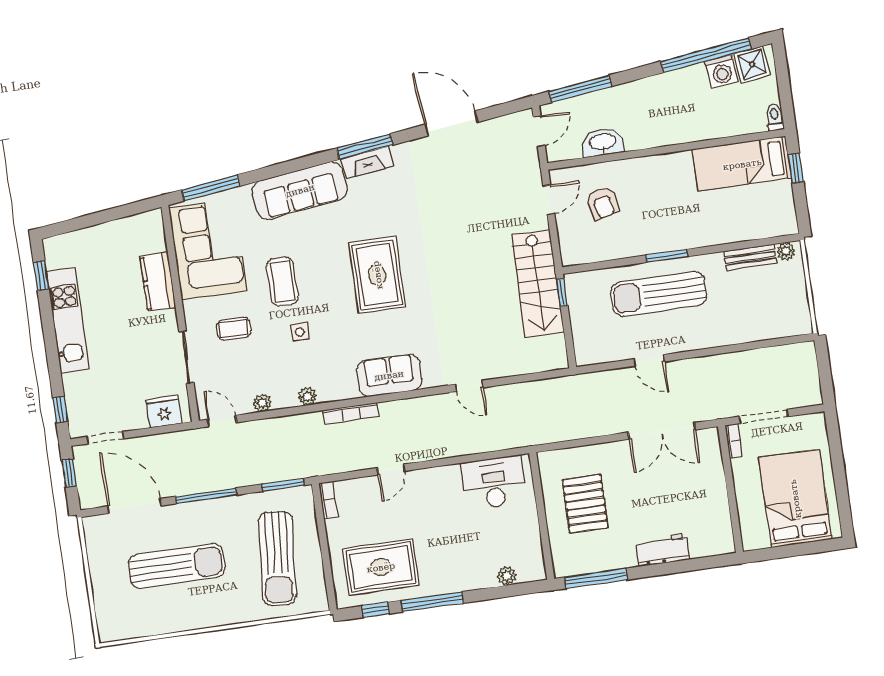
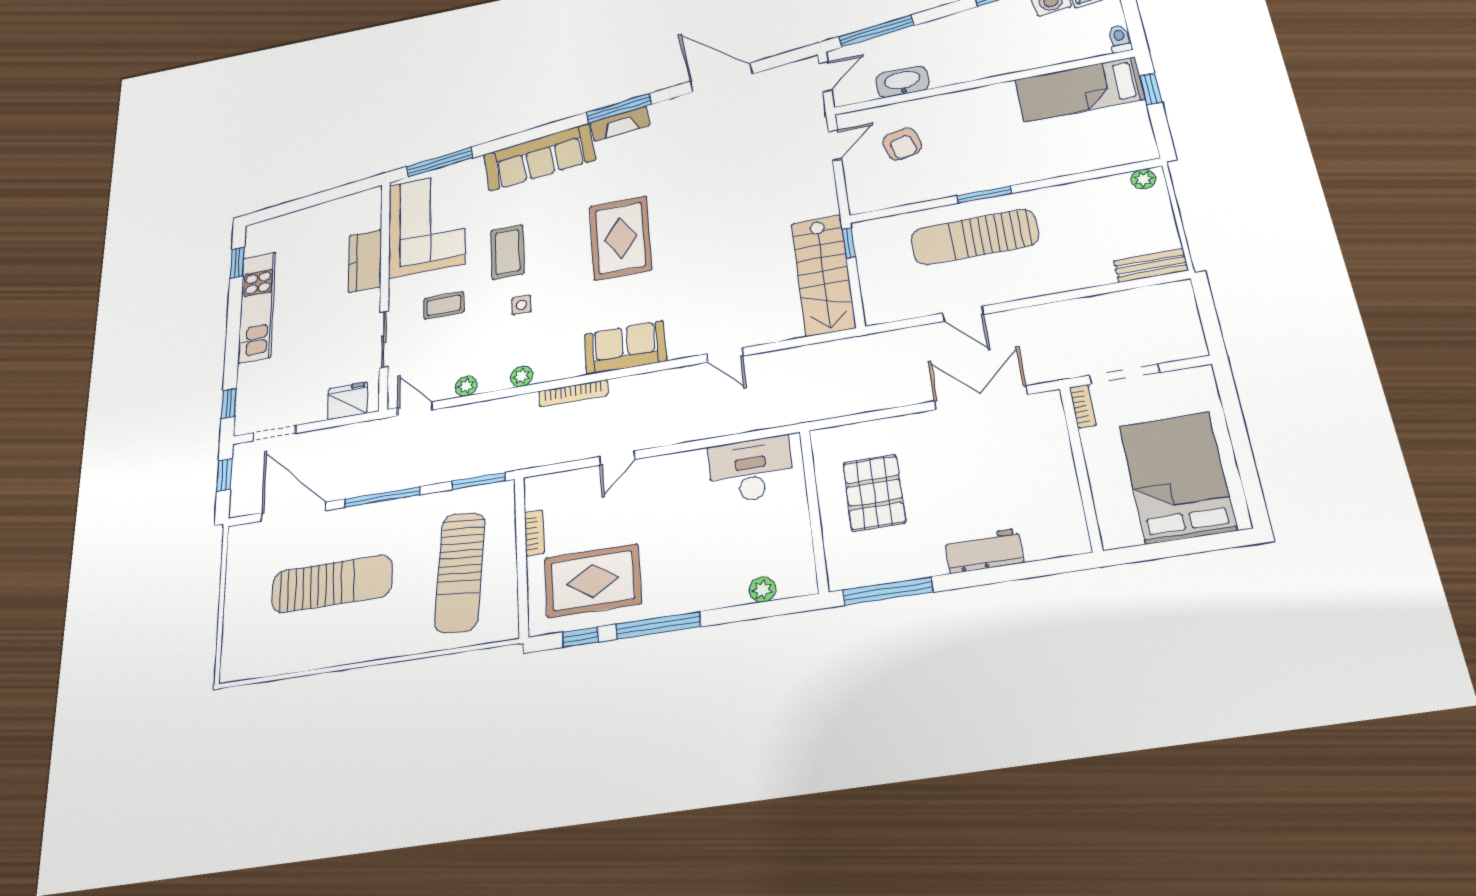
bench: (750, 257) -> (1151, 265), moved
stairs: (538, 283) -> (823, 275), moved
double door: (662, 431) -> (981, 398), swing flipped
bookcase: (328, 500) -> (534, 533), moved

